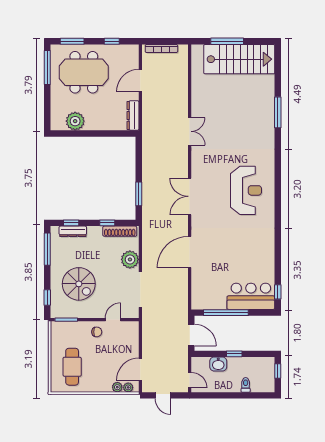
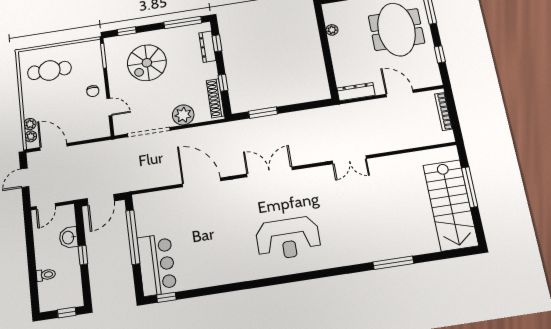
plant: (75, 121) -> (332, 30), width x0.53, depth x0.53

